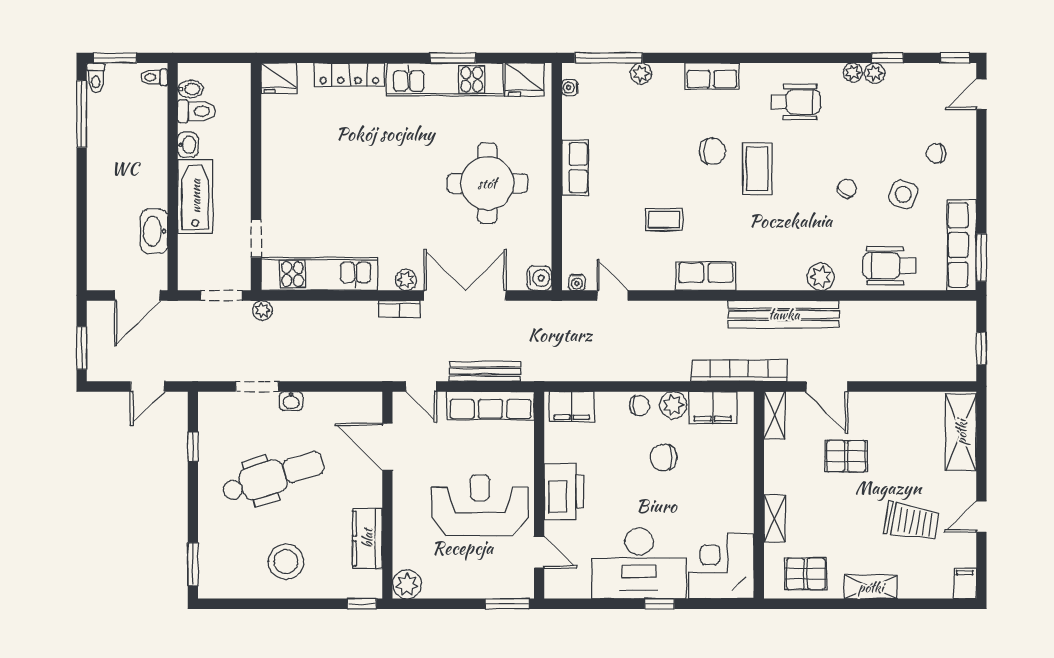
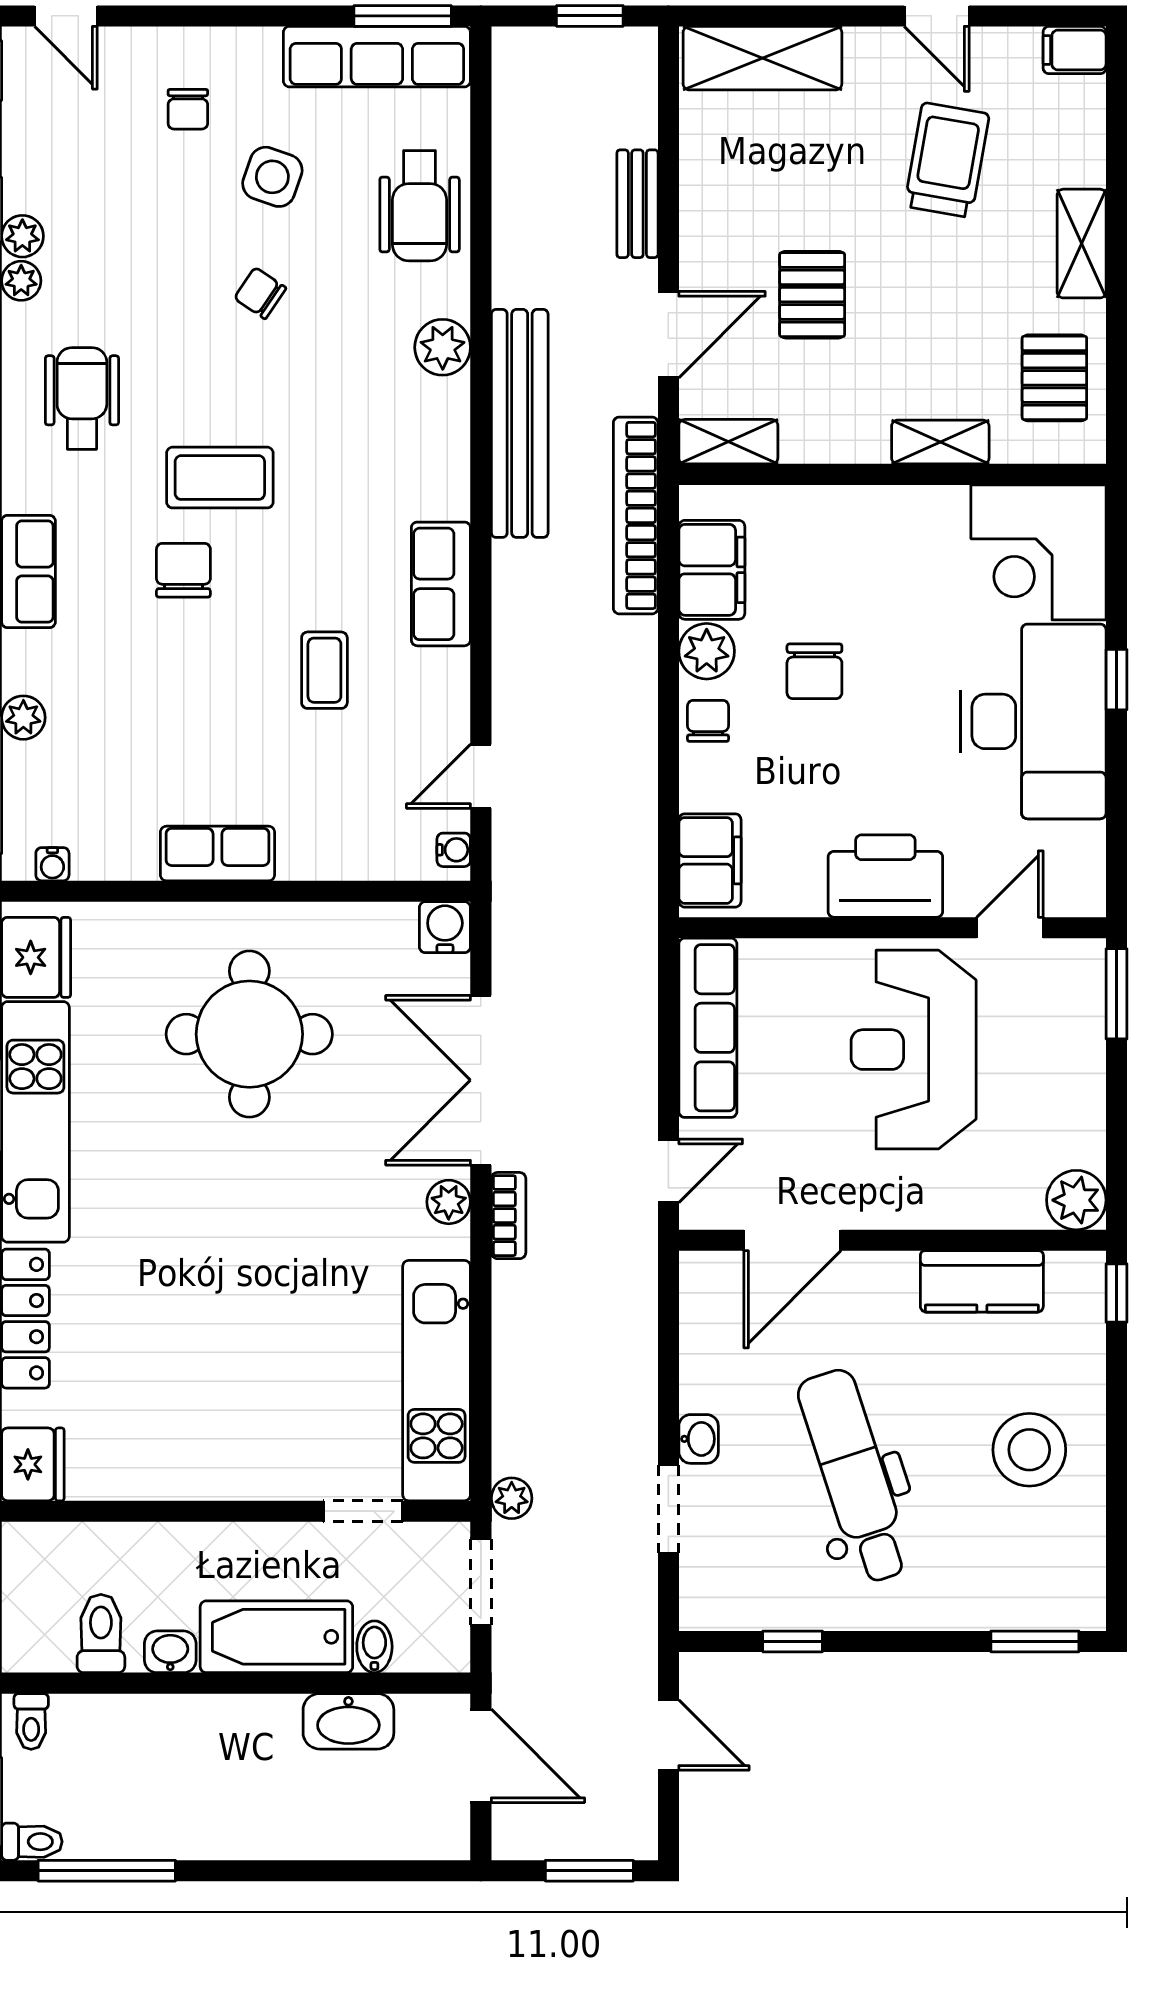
bidet: (190, 89) -> (374, 1647), moved
bench: (485, 371) -> (637, 204), moved, width x0.73

